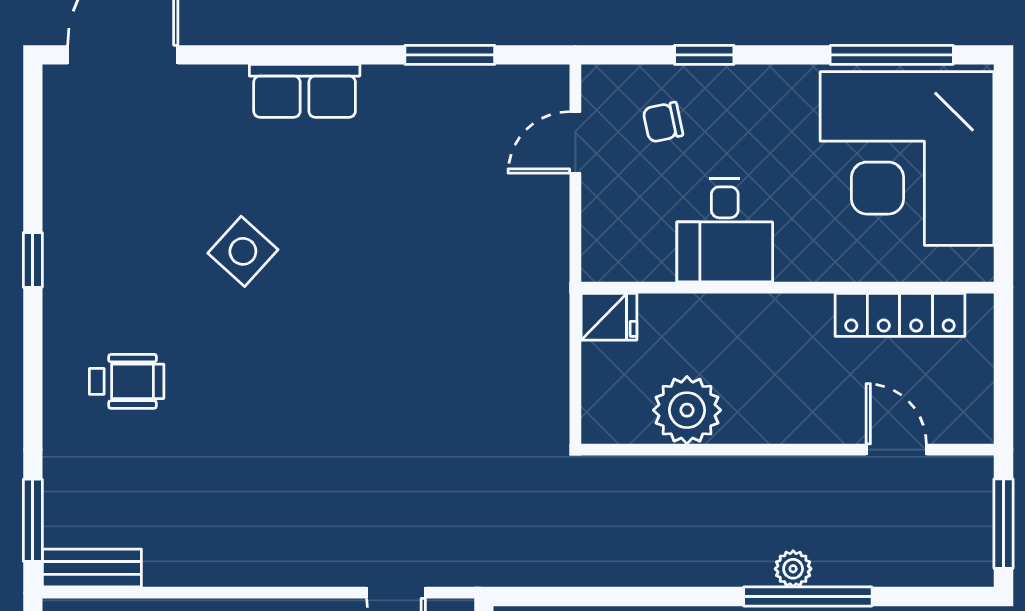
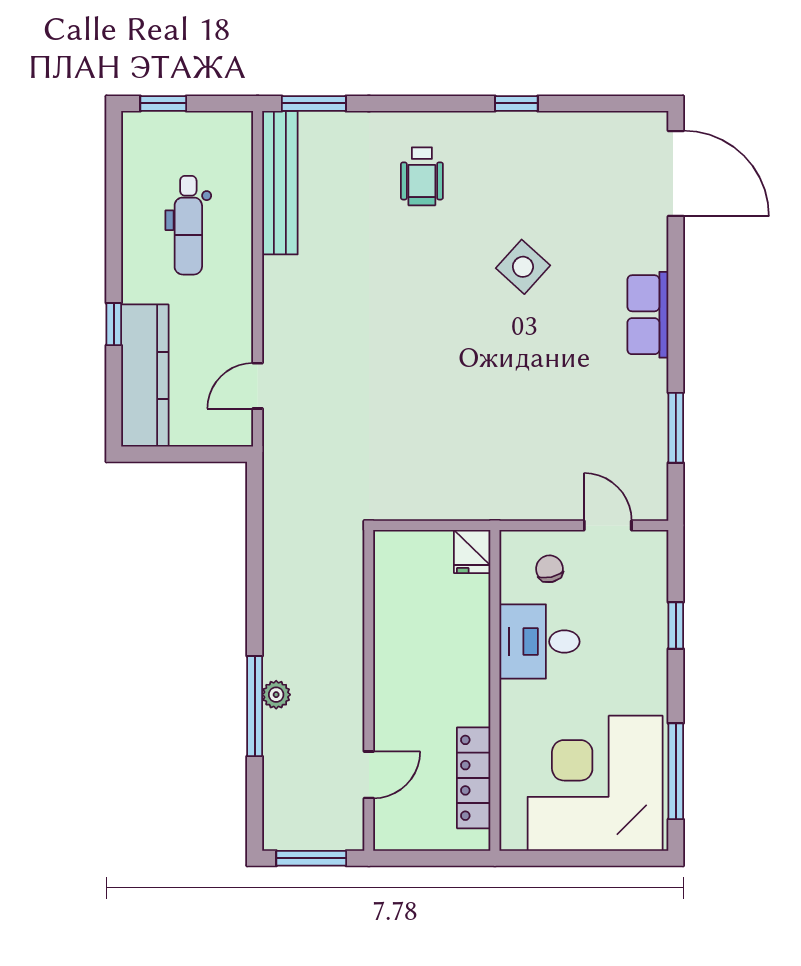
chair: (663, 122) -> (549, 569), moved
plant: (687, 410) -> (400, 612), removed
bench: (92, 568) -> (280, 183), width x1.86, depth x1.21

